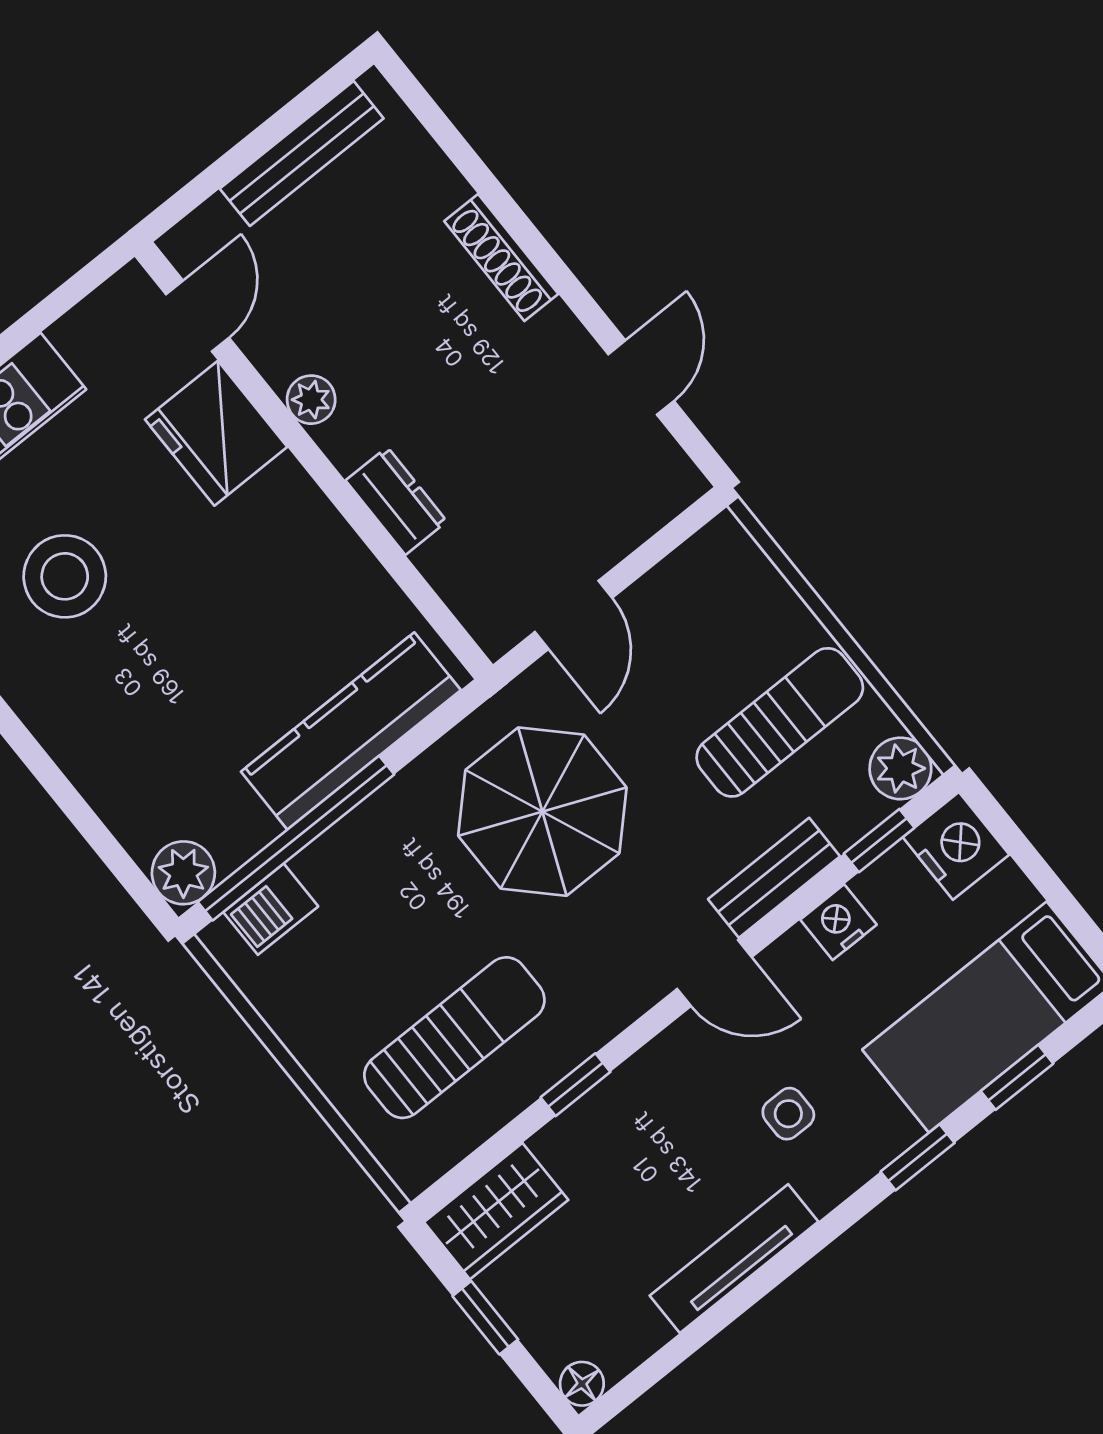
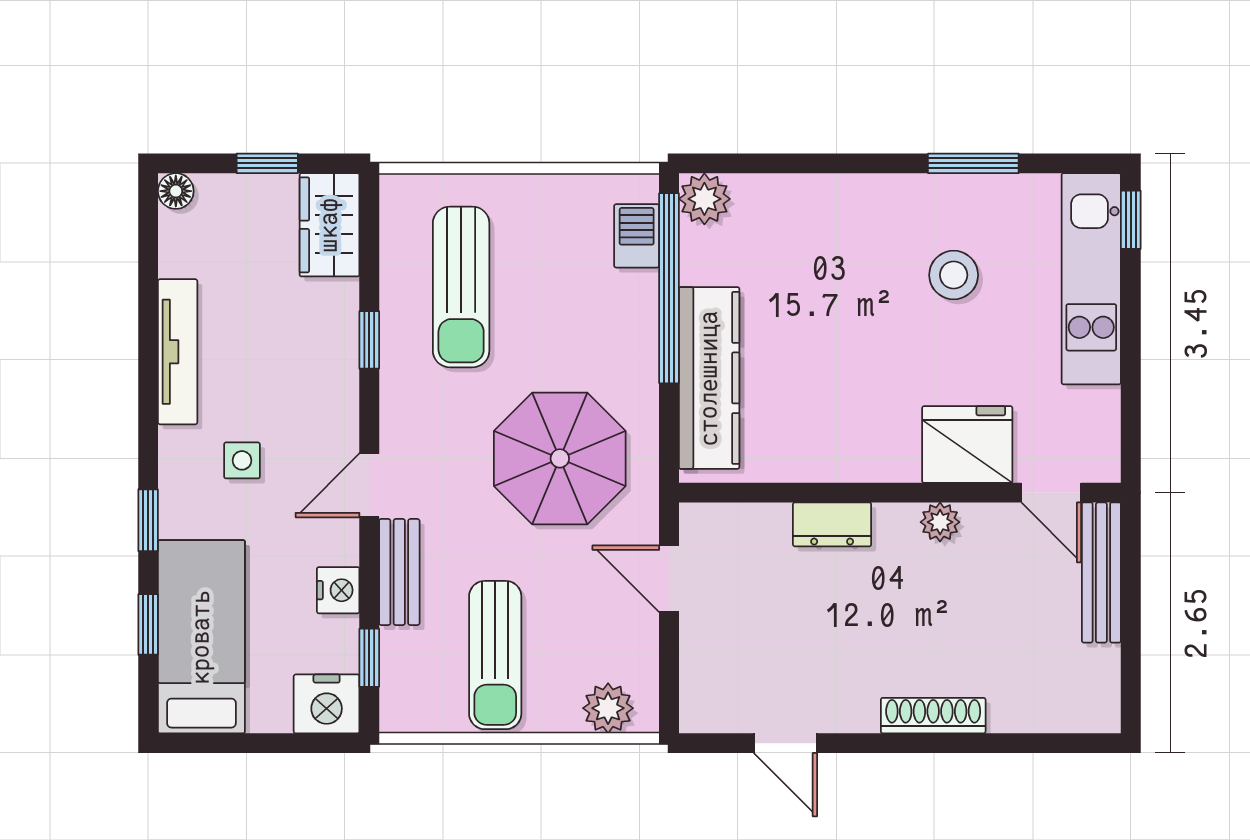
bench: (302, 153) -> (1101, 572), moved
stool: (65, 576) -> (954, 275), width x0.73, depth x0.73
plant: (900, 768) -> (608, 708), moved

